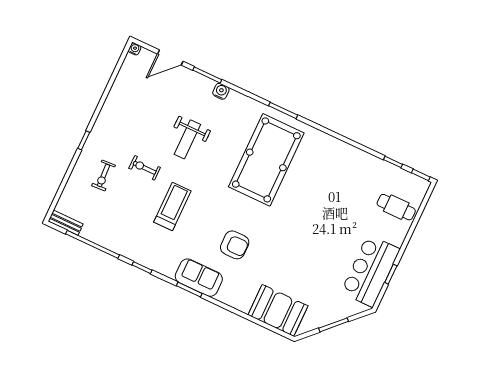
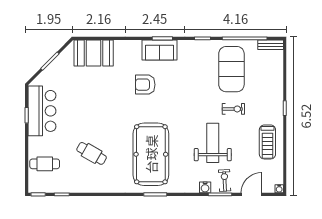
weight bench: (187, 139) -> (213, 143), width x1.36, depth x1.33
exercise bike: (104, 175) -> (225, 180), moved
cafe table: (335, 193) -> (92, 153), added
treadmill: (172, 207) -> (267, 142), moved
exercise mat: (125, 216) -> (231, 69), added

